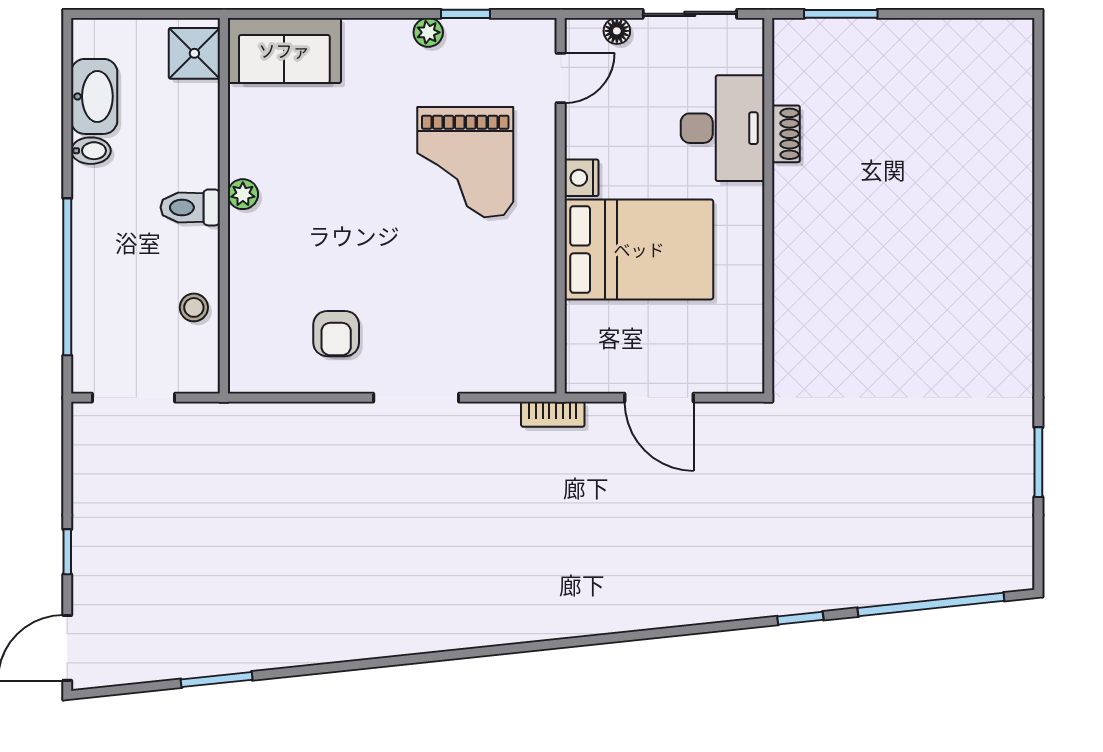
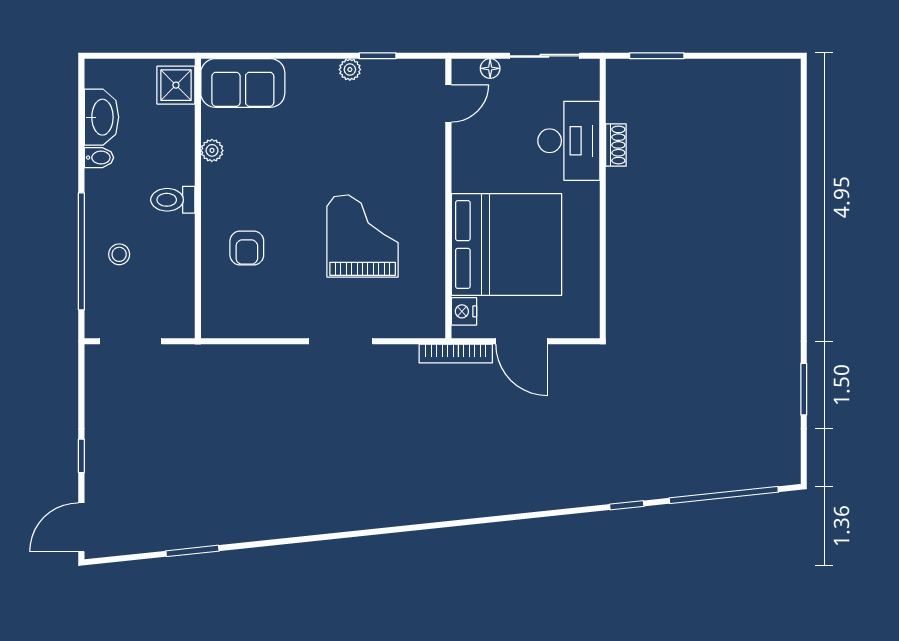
grand piano: (465, 162) -> (363, 236), moved, turned 180
nightstand: (582, 178) -> (464, 311), moved
plant: (243, 194) -> (212, 150), moved
bed: (639, 249) -> (506, 245), width x1.36
stool: (194, 307) -> (119, 254), moved
armchair: (336, 334) -> (247, 248), moved
bookcase: (553, 414) -> (456, 354), width x1.56

